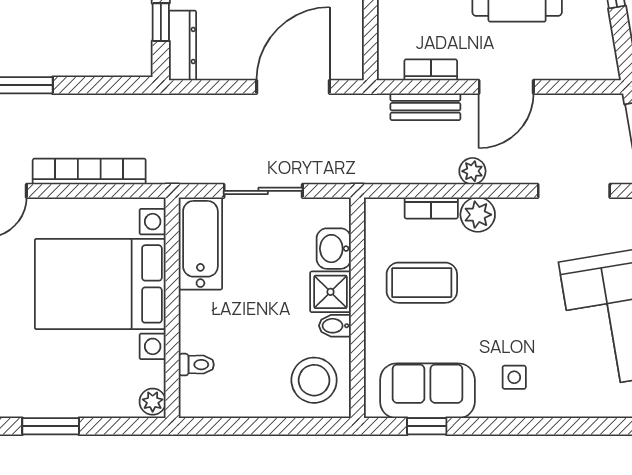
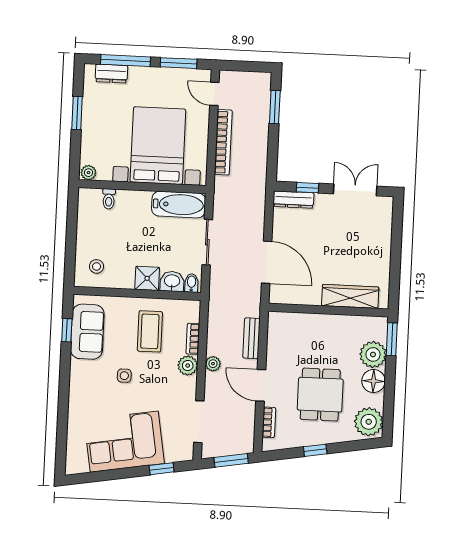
bookcase: (431, 70) -> (269, 422), moved
bidet: (335, 326) -> (191, 283), moved
side table: (514, 377) -> (124, 376), moved
stool: (314, 380) -> (96, 266), width x0.53, depth x0.53

